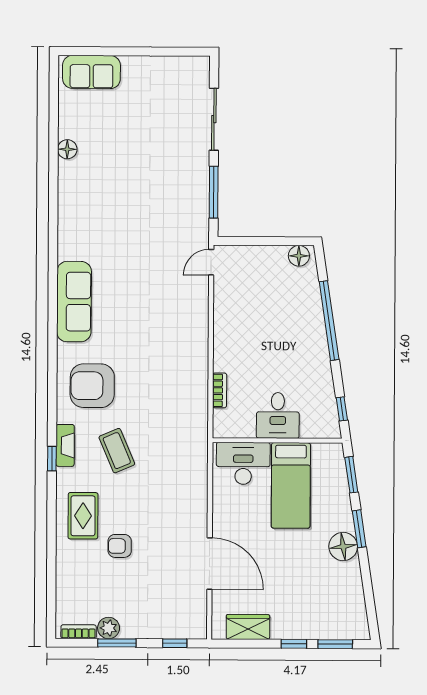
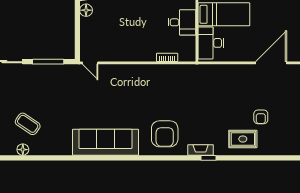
sofa: (74, 302) -> (106, 142), width x1.36, depth x1.27
coffee table: (117, 451) -> (28, 124), moved, turned 57

